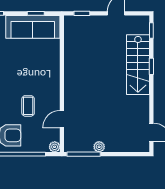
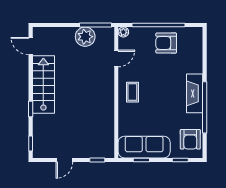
stairs: (138, 65) -> (43, 85), moved
coffee table: (28, 106) -> (132, 92), moved
plant: (99, 147) -> (85, 37), width x1.88, depth x1.88

